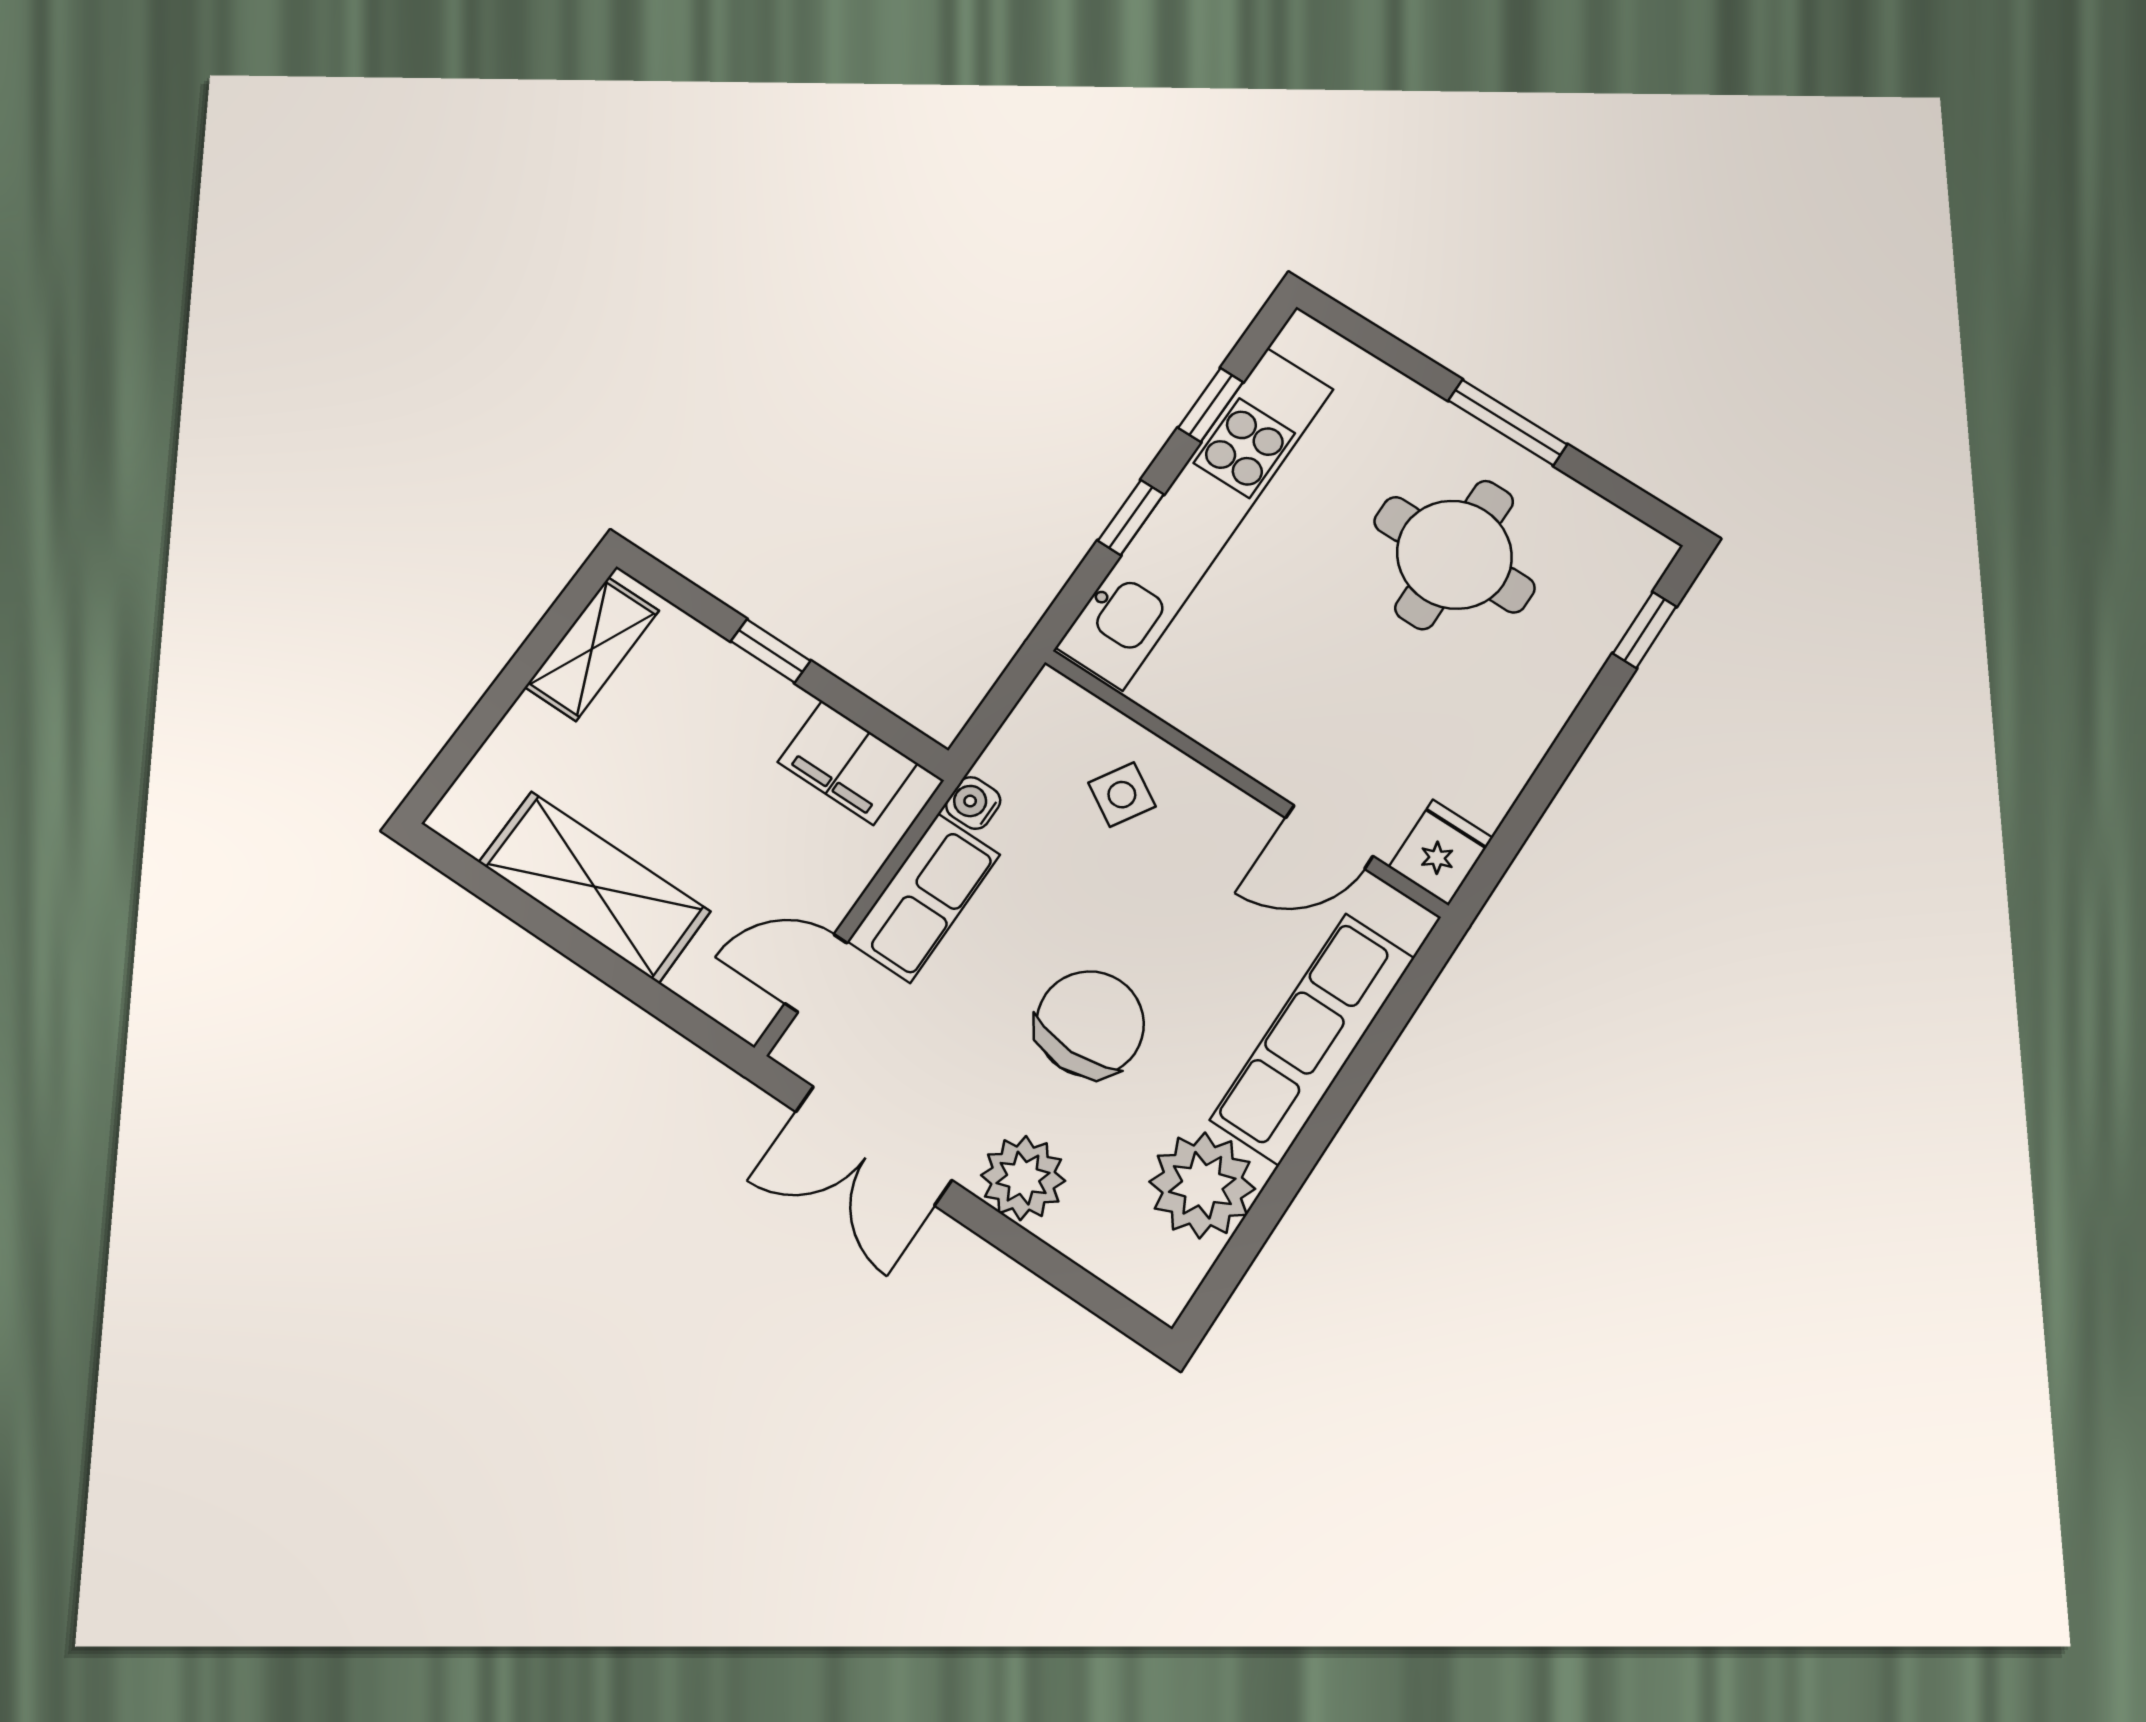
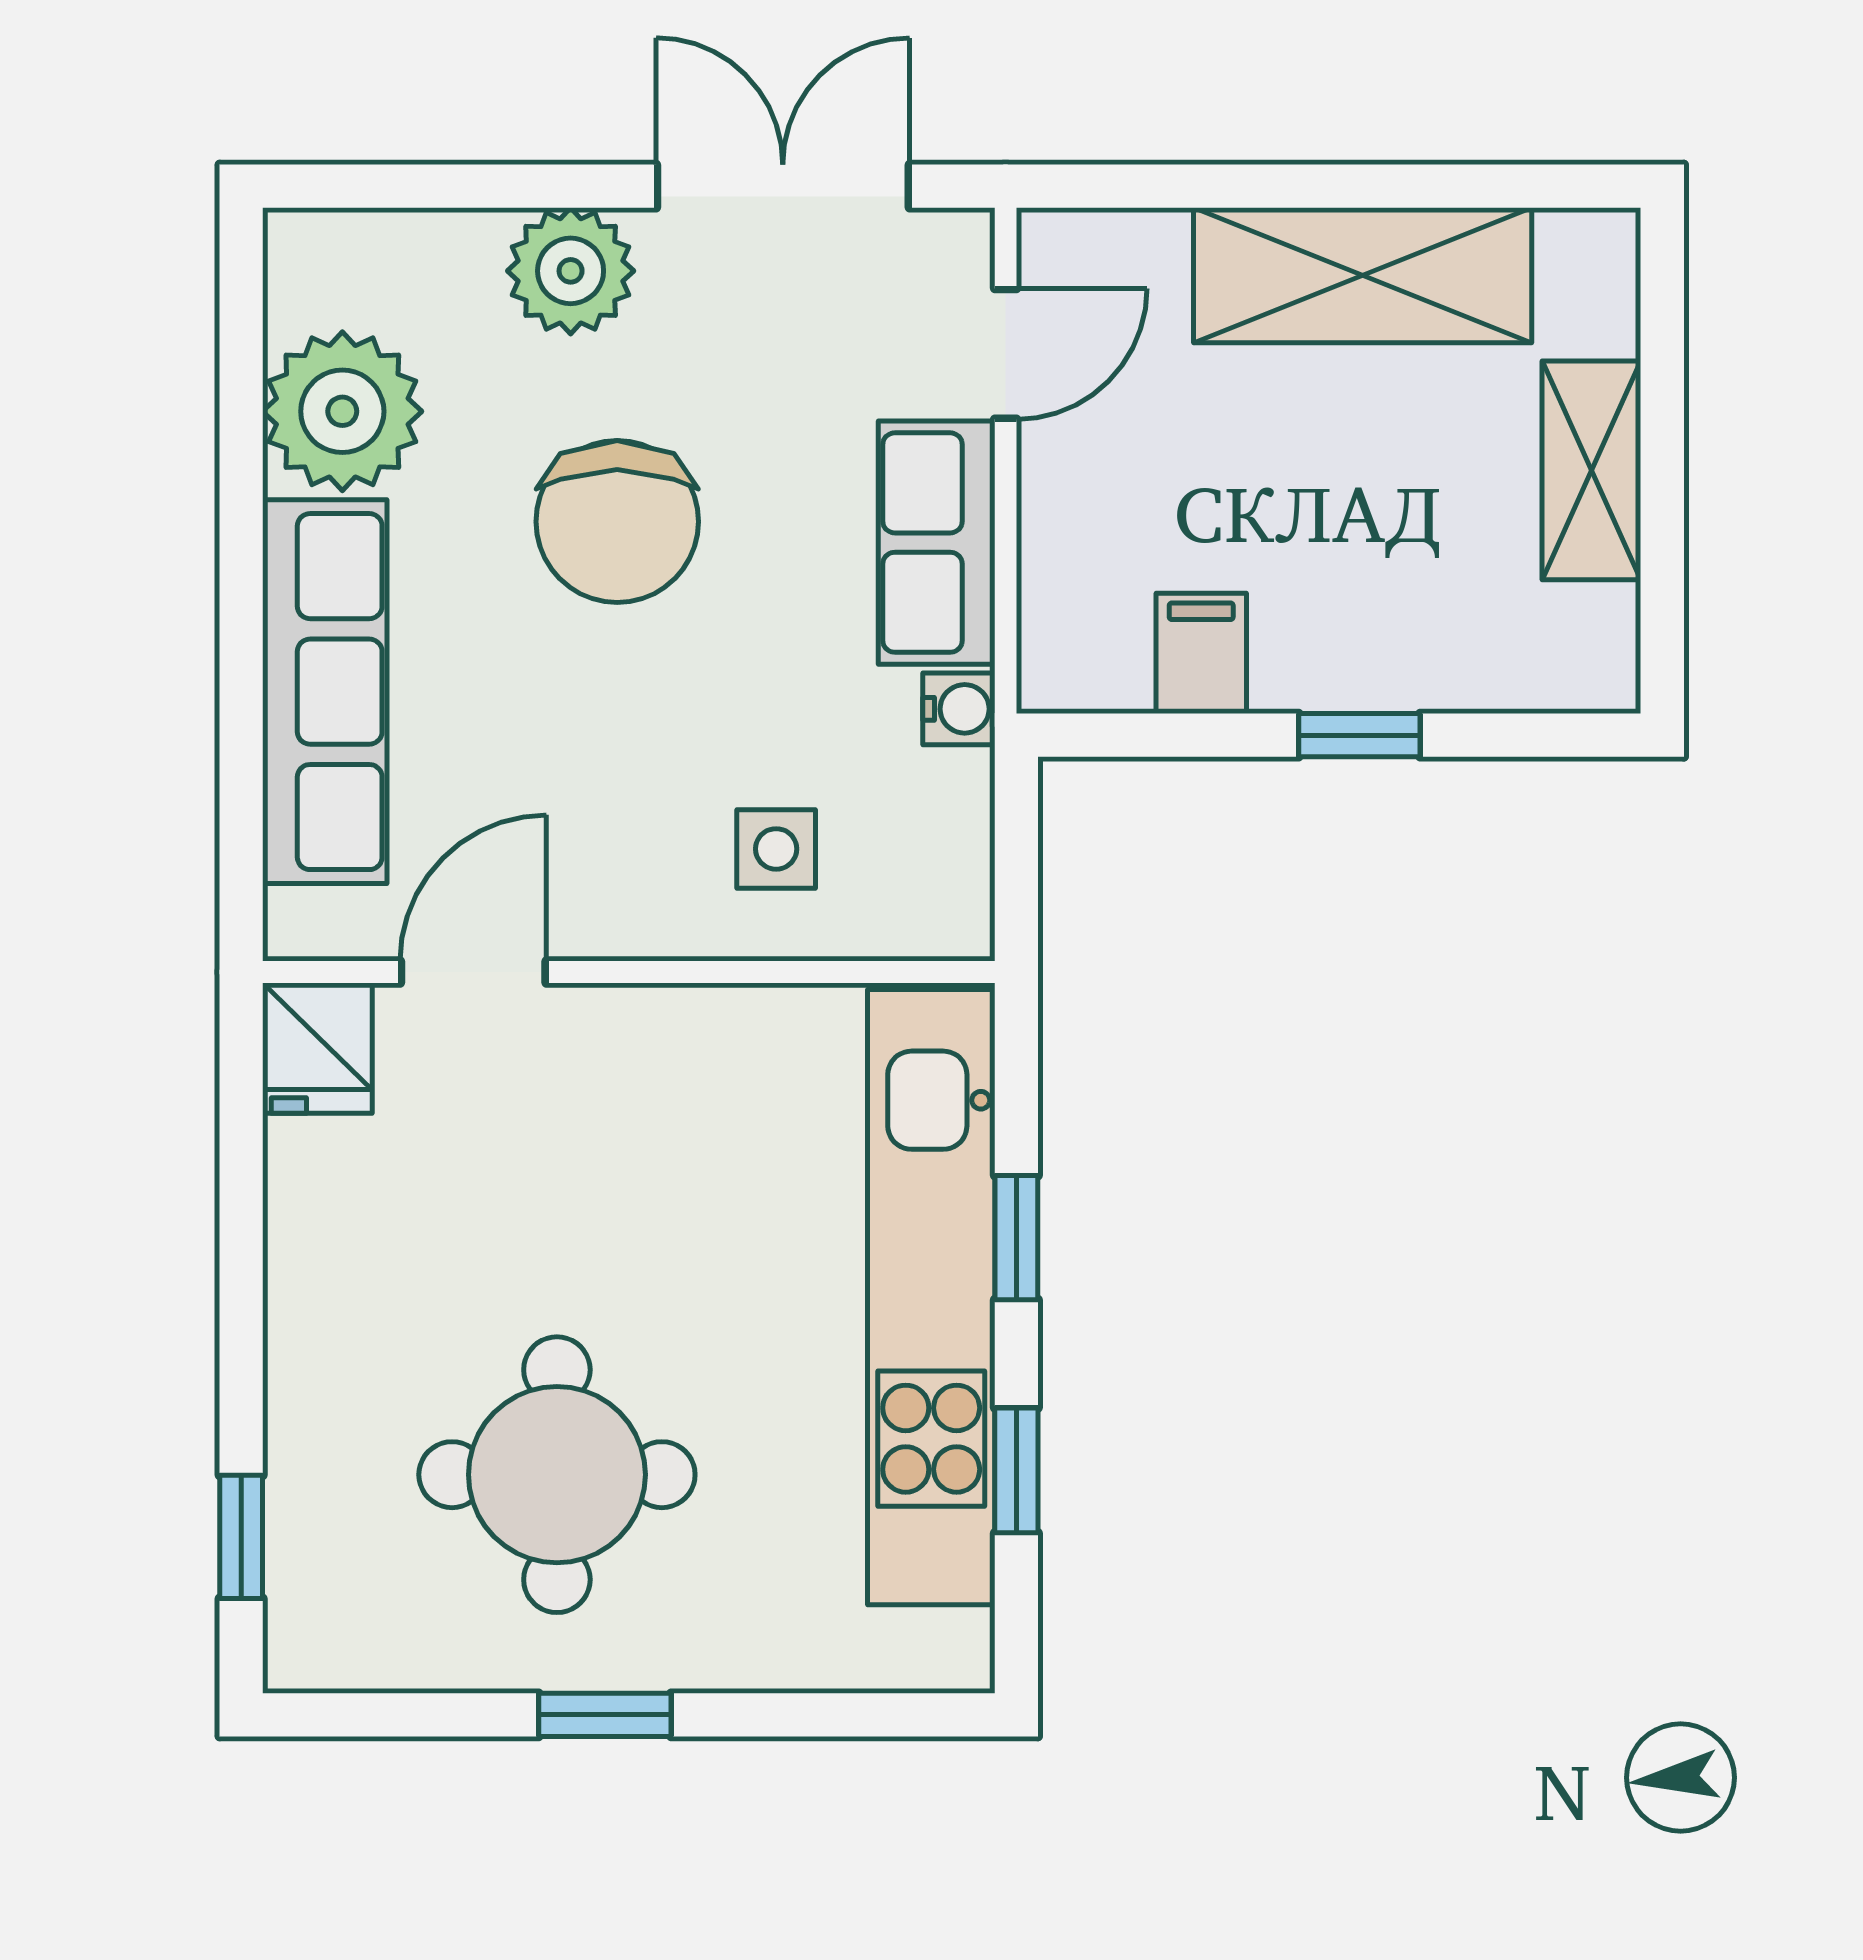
window: (1508, 422) -> (605, 1715), width x0.67
shelving: (592, 649) -> (1591, 470), moved
filing cabinet: (848, 763) -> (1201, 653), width x0.50
side table: (1122, 795) -> (776, 849), turned -31

